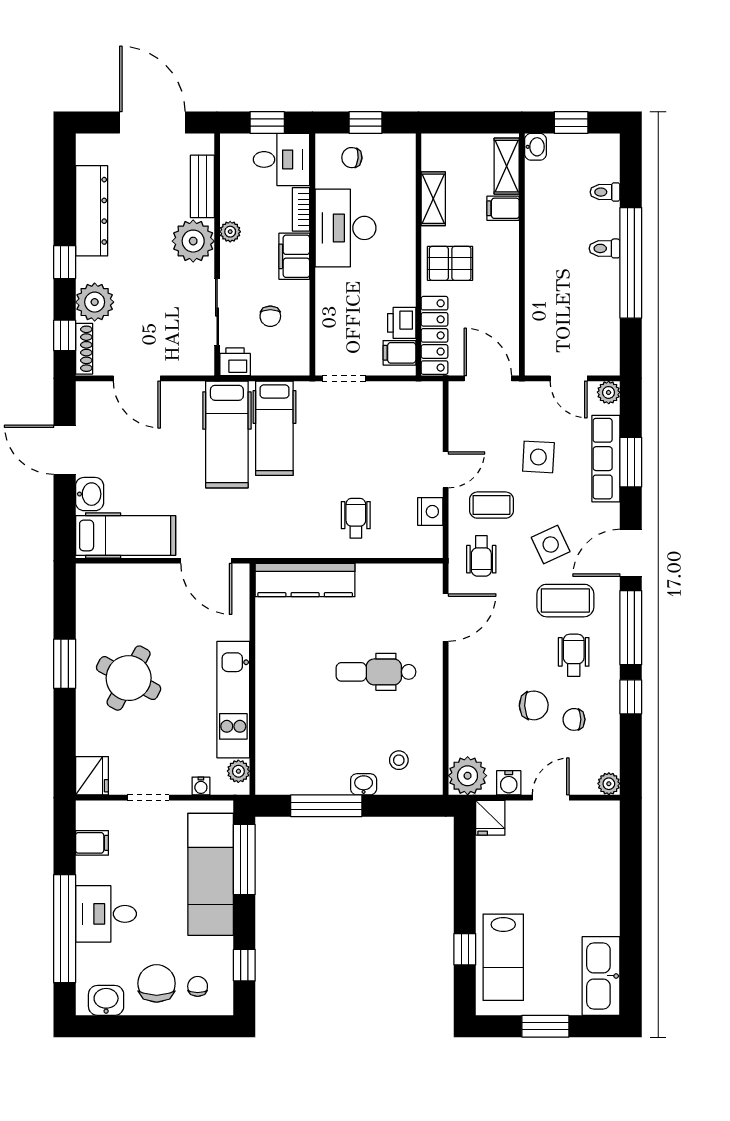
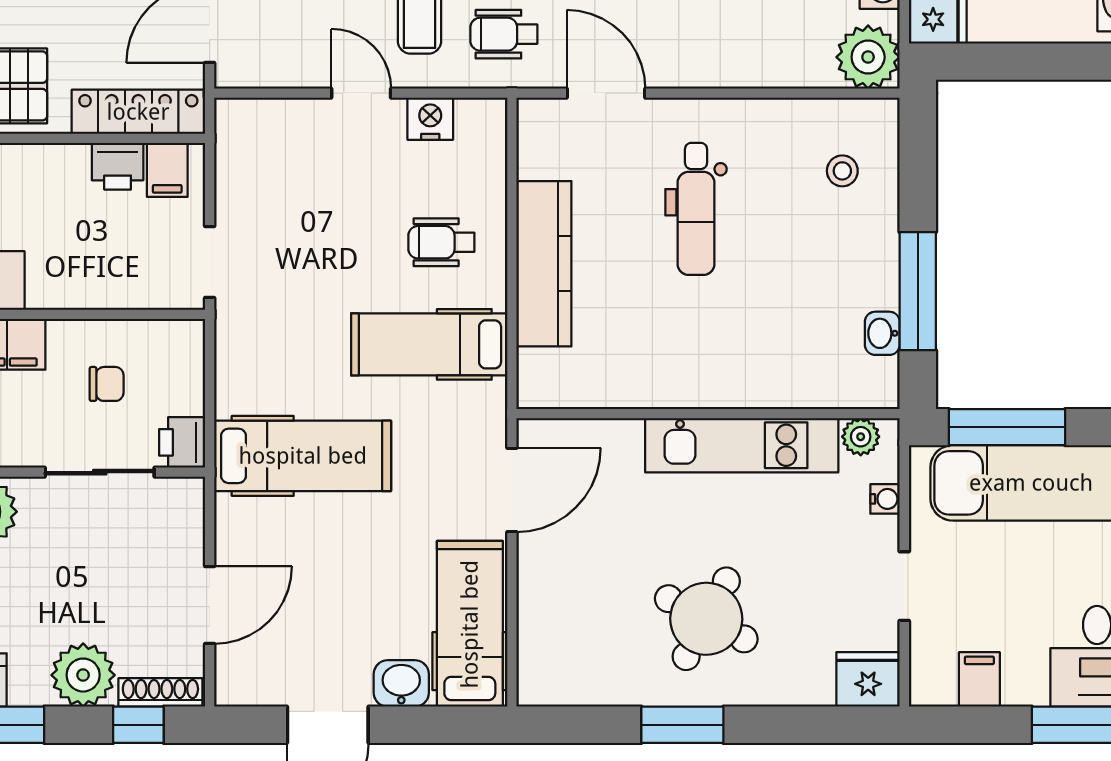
hospital bed: (274, 428) -> (429, 344), moved, turned 180
wheelchair: (481, 556) -> (504, 34), turned 180
kitchen counter: (305, 580) -> (544, 264), moved
washbasin: (364, 784) -> (882, 333), moved

